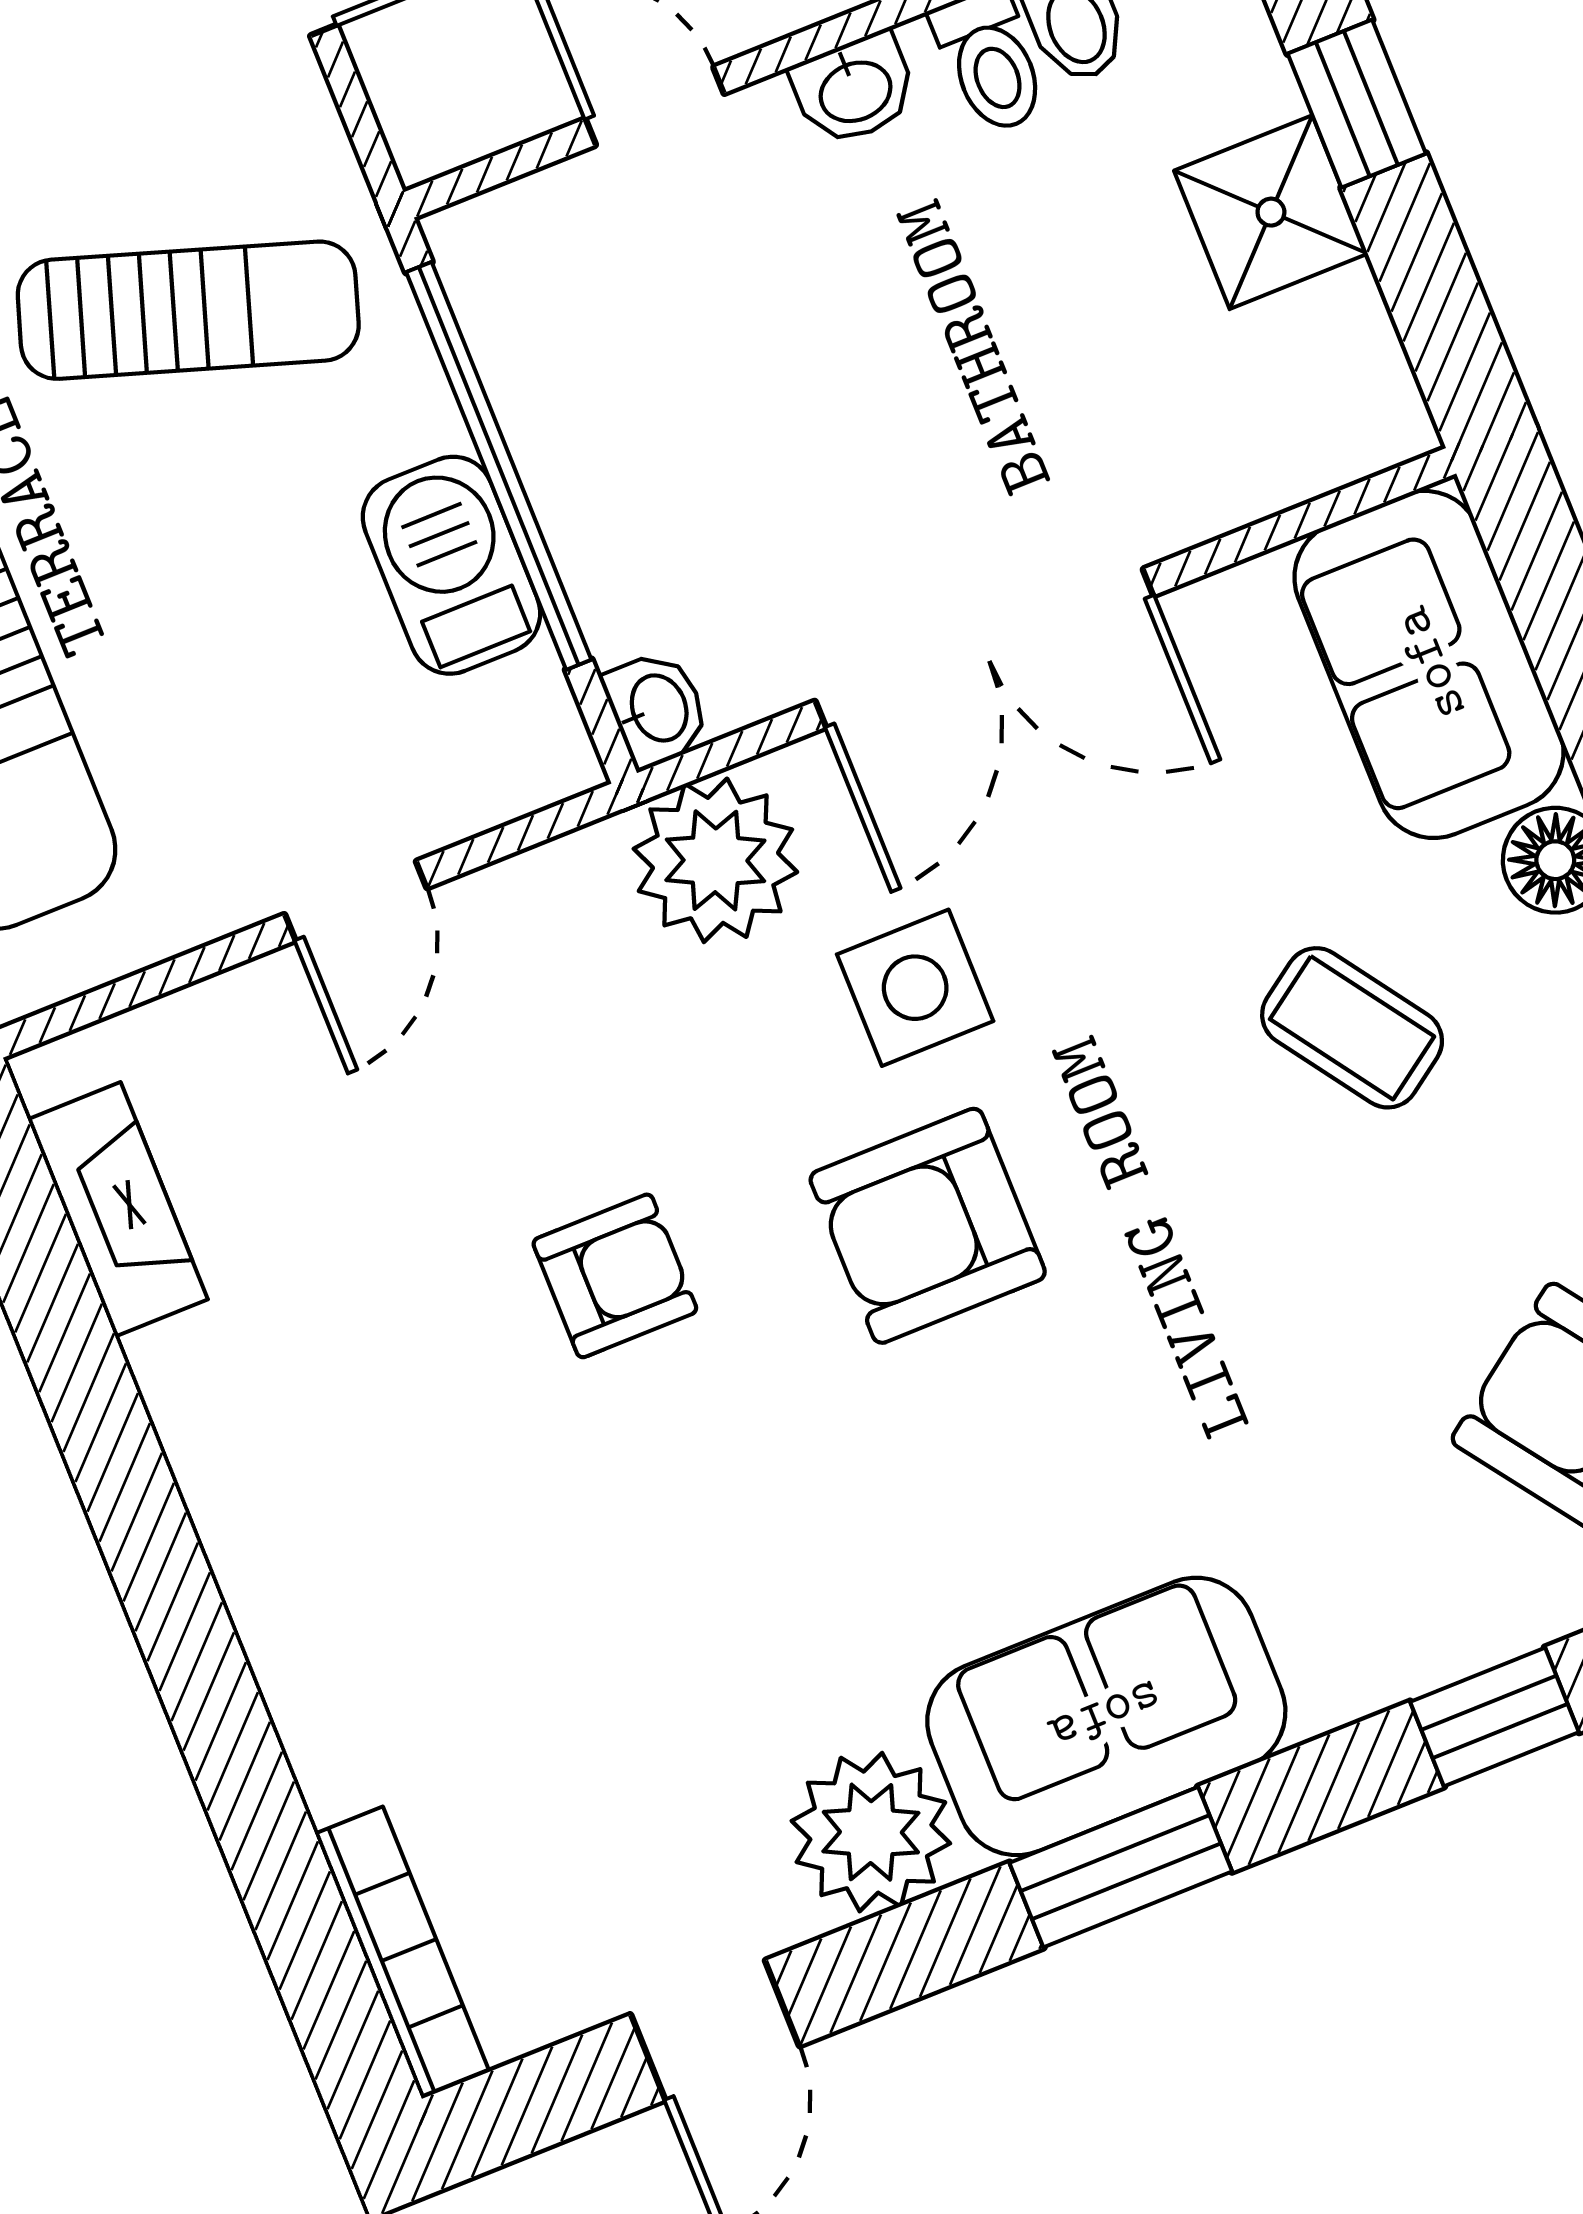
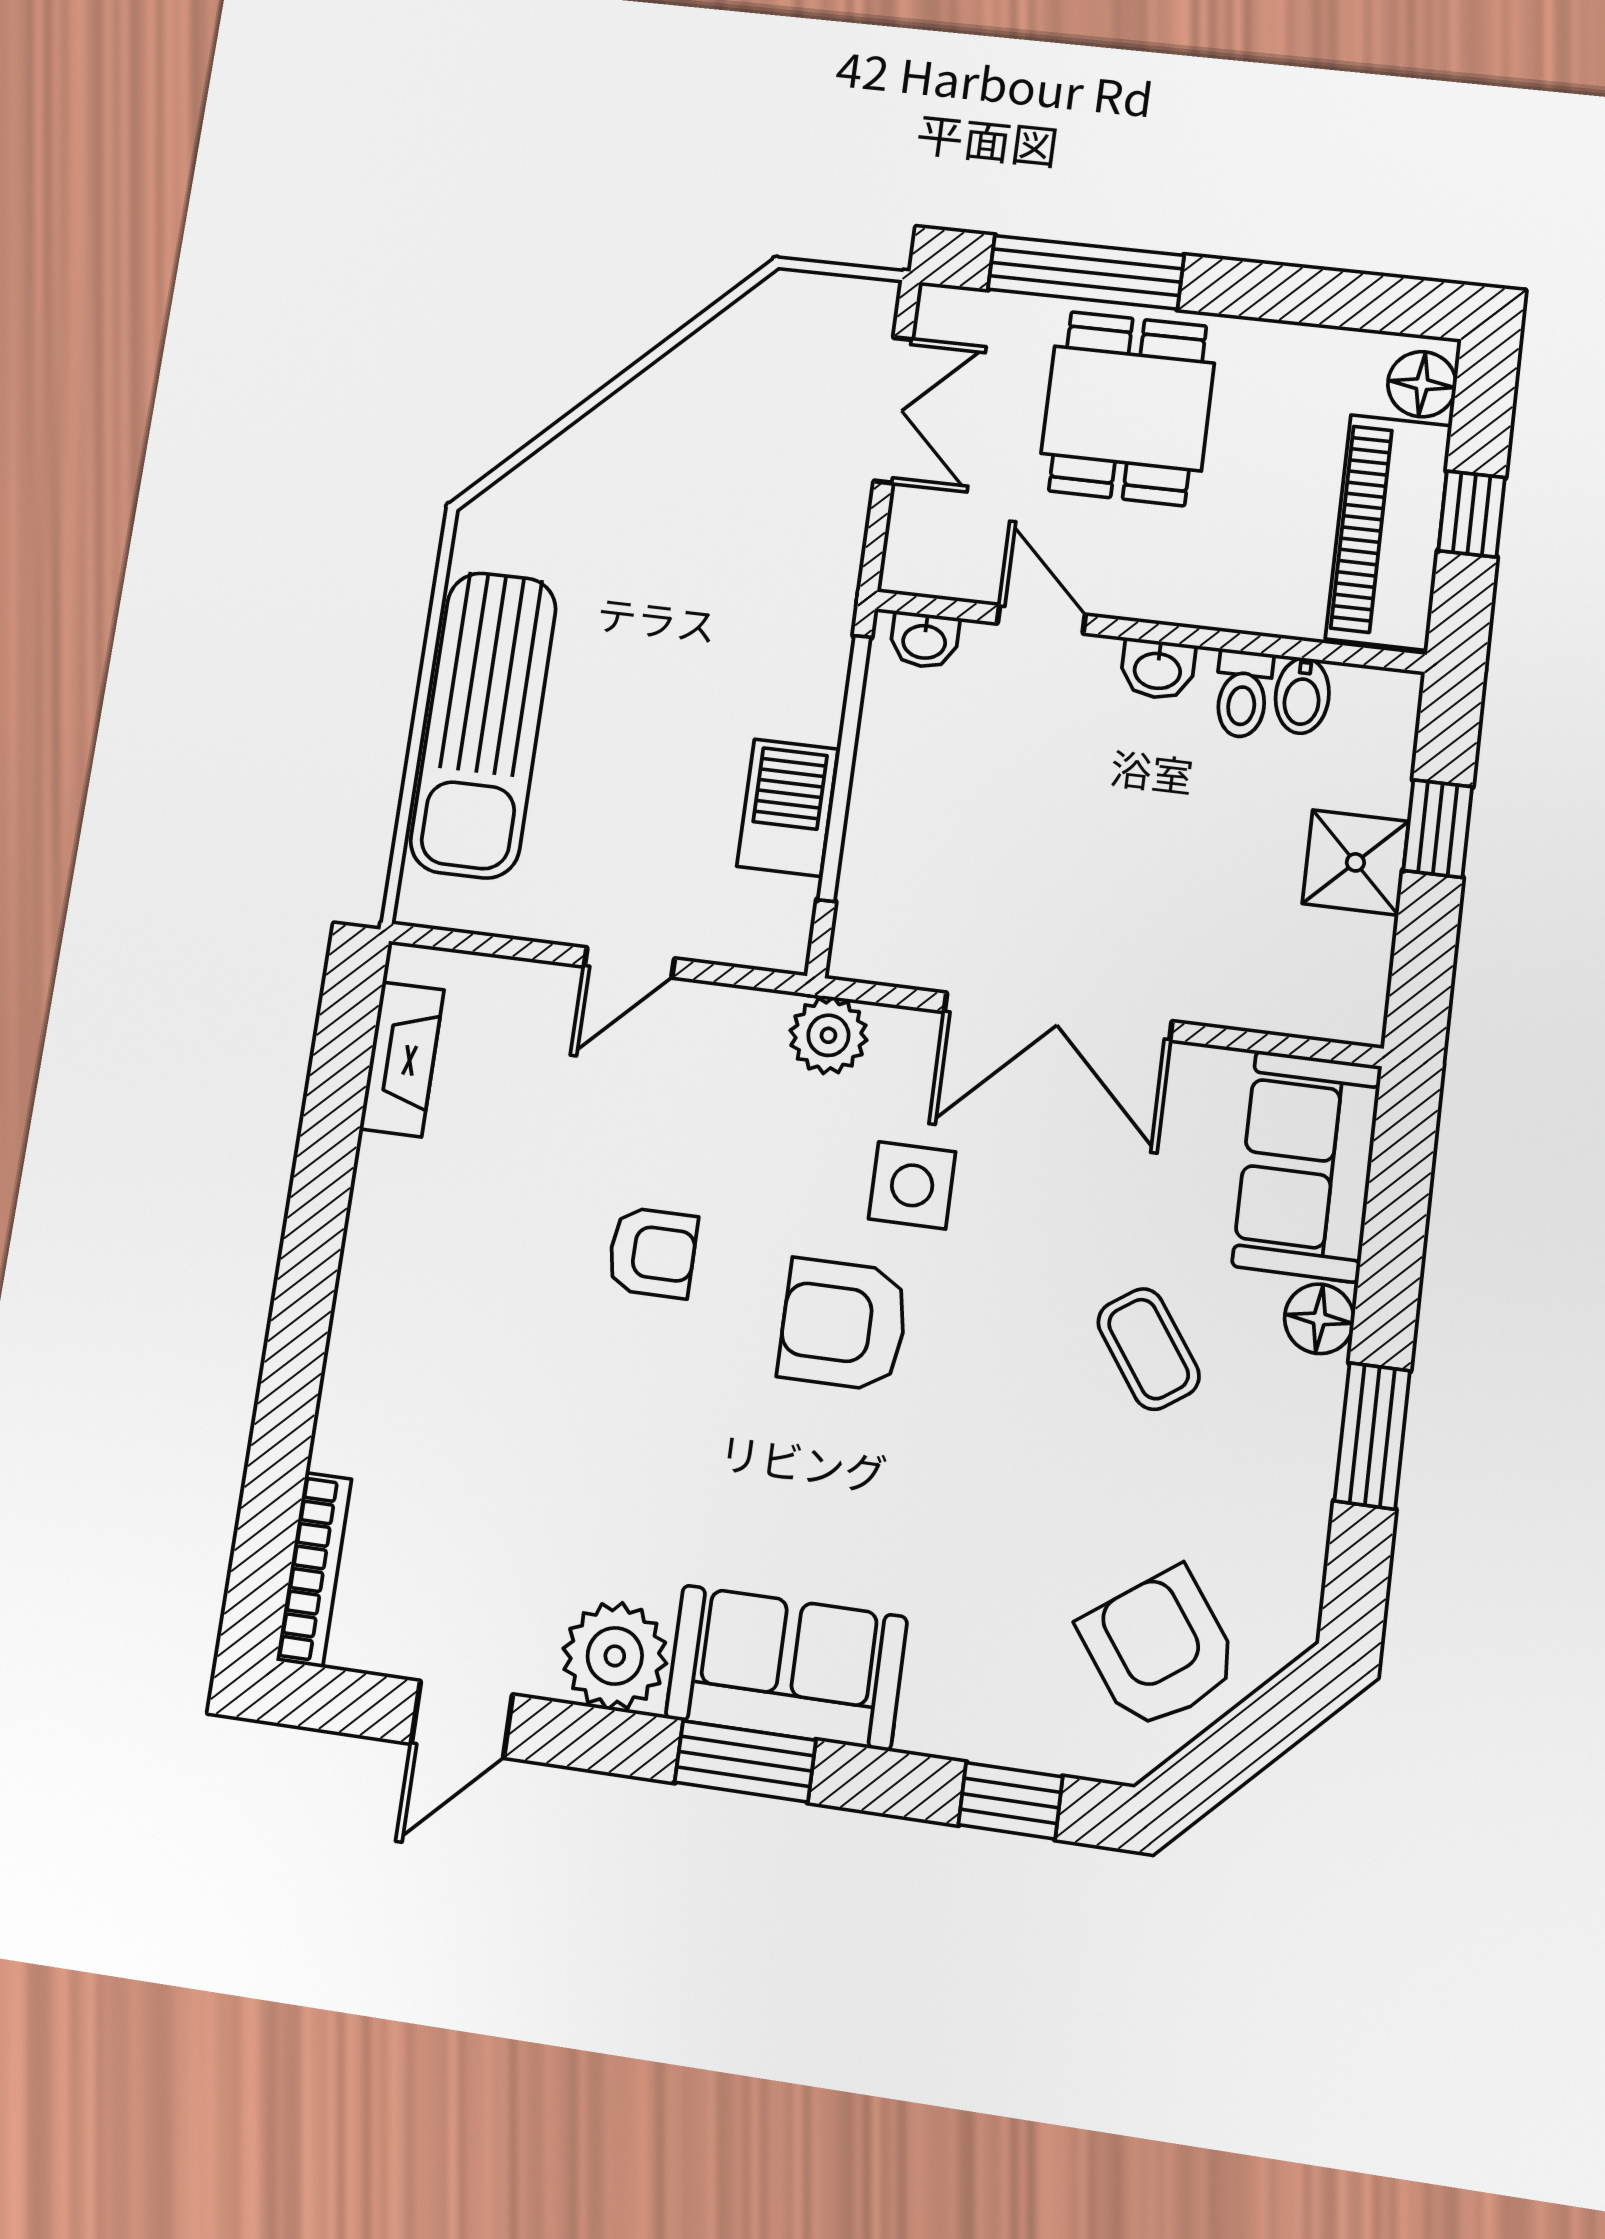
sun lounger: (188, 310) -> (724, 592), removed
washbasin: (657, 709) -> (924, 640), moved, turned 90
plant: (715, 860) -> (828, 1035), width x0.73, depth x0.73

